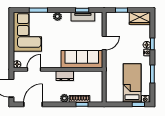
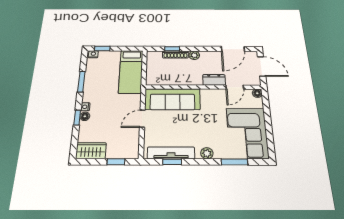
tv unit: (83, 17) -> (171, 153), width x1.41
dresser: (65, 76) -> (214, 80), moved
bed: (132, 83) -> (131, 72), moved

